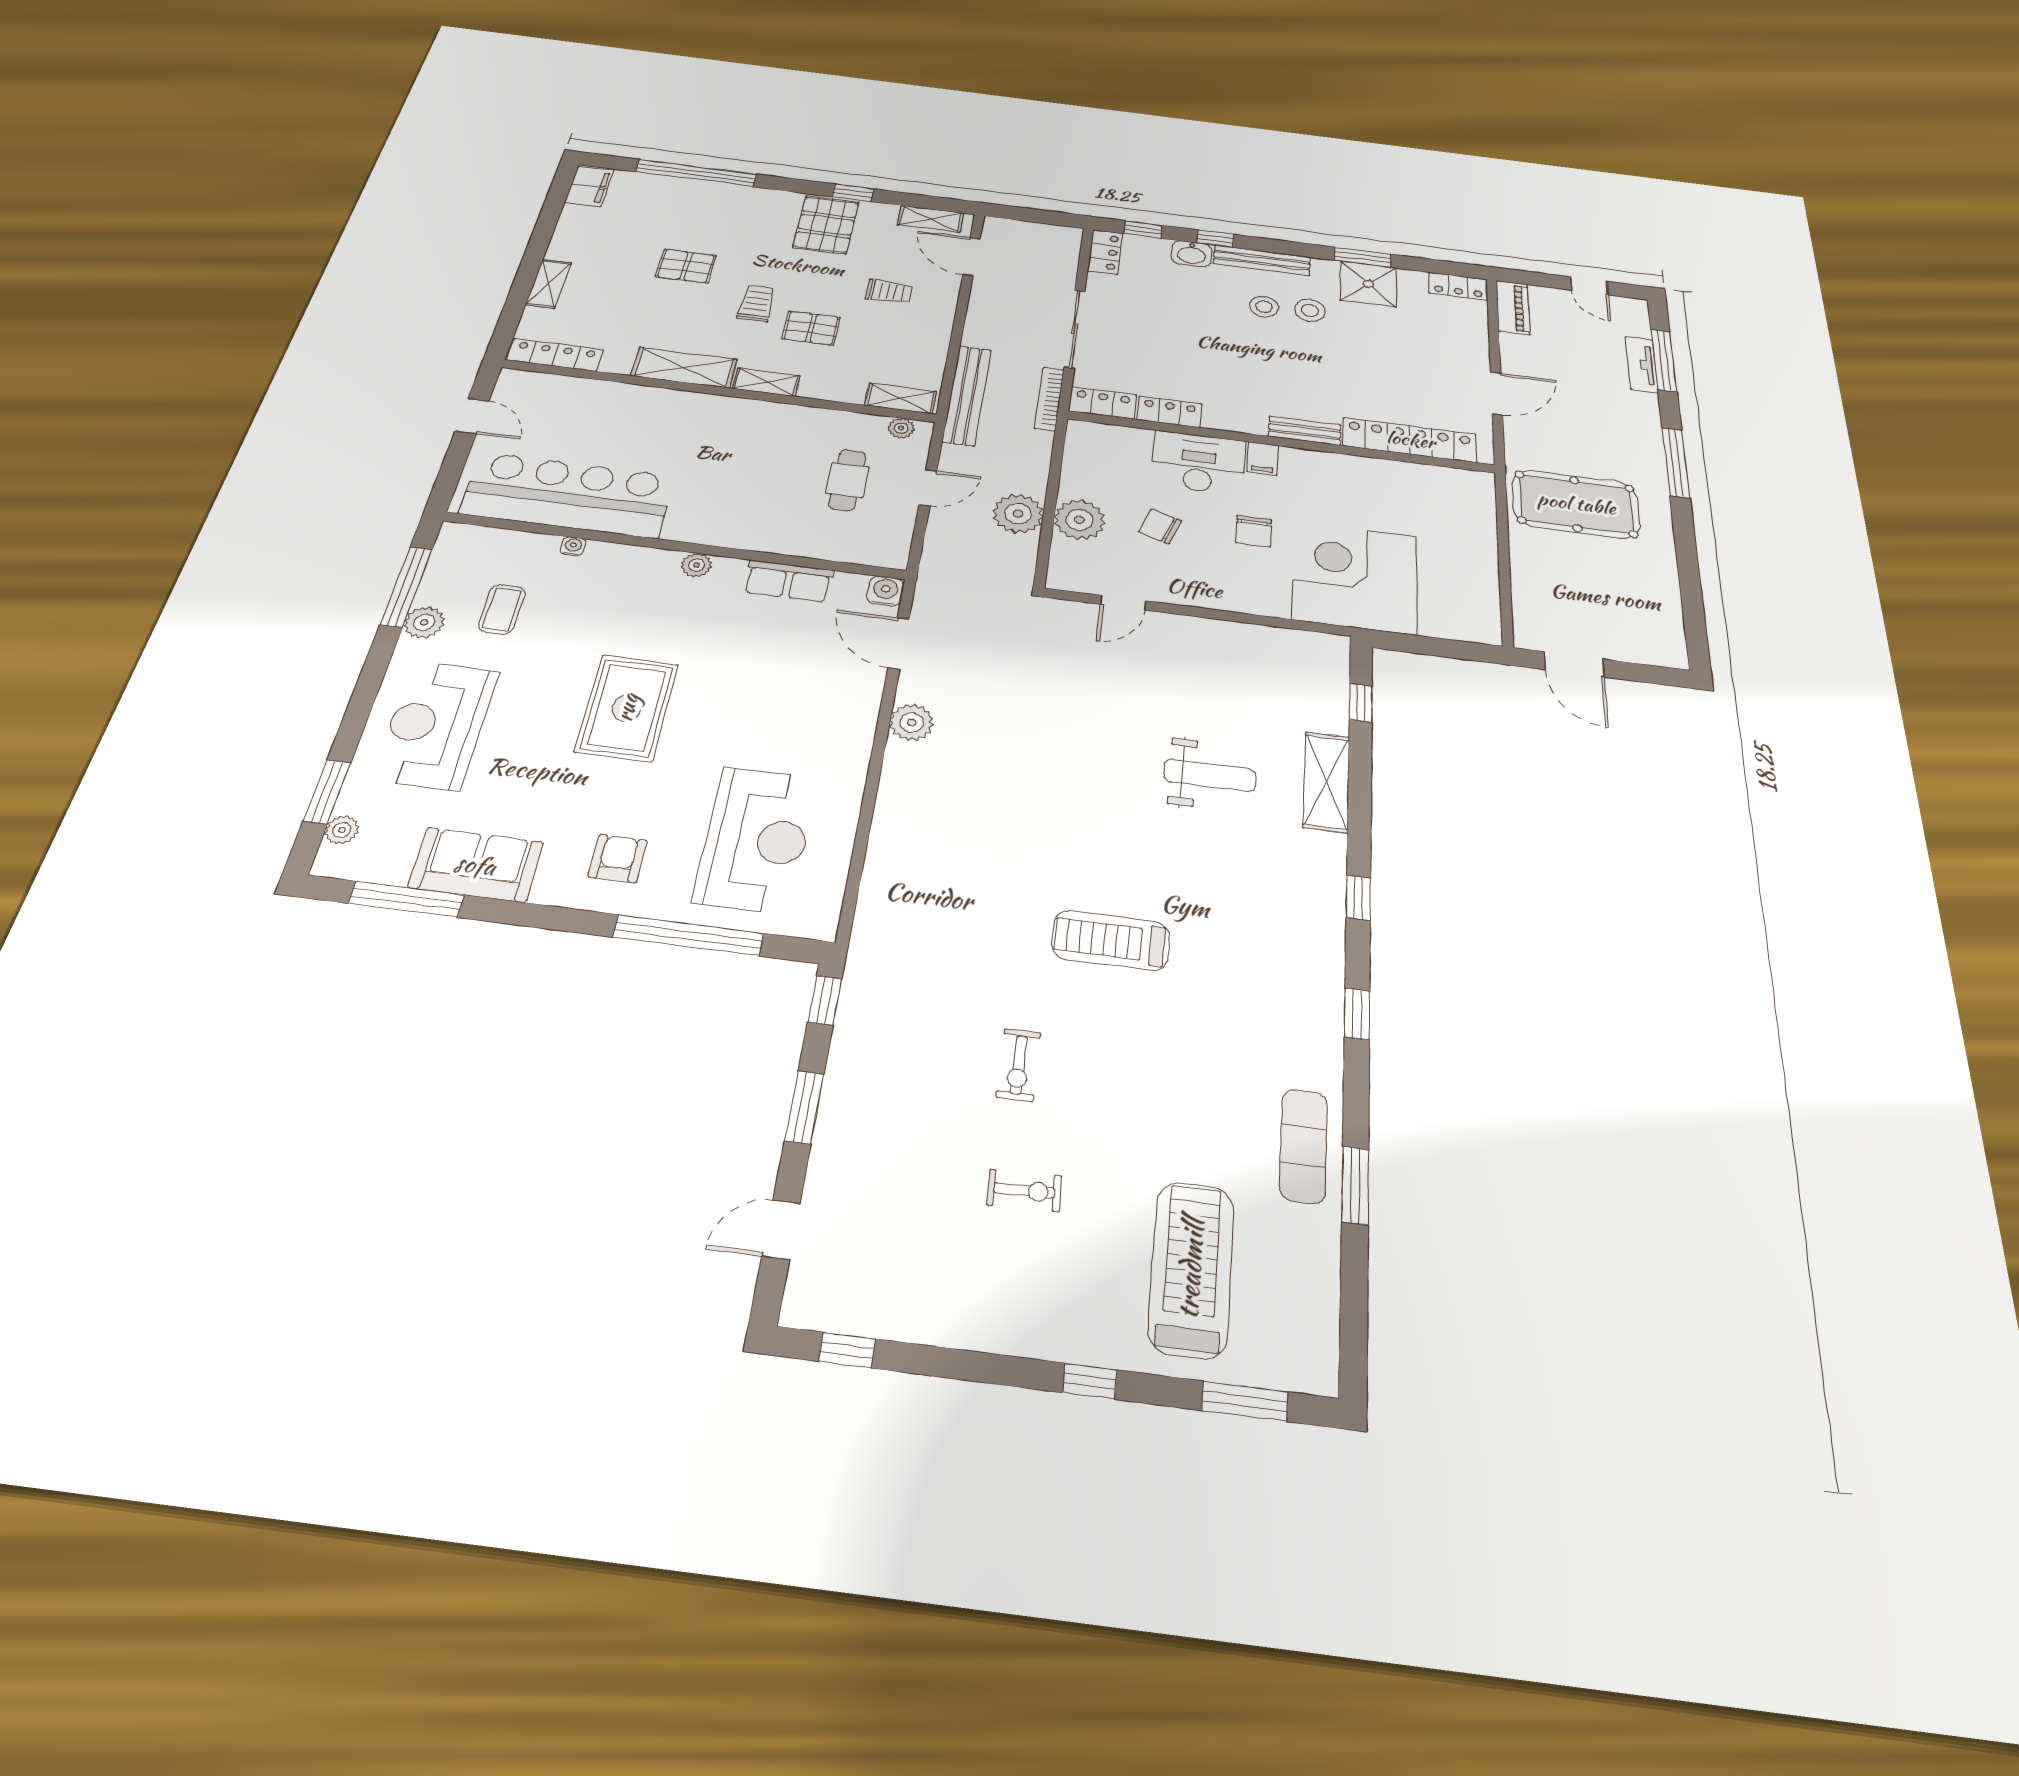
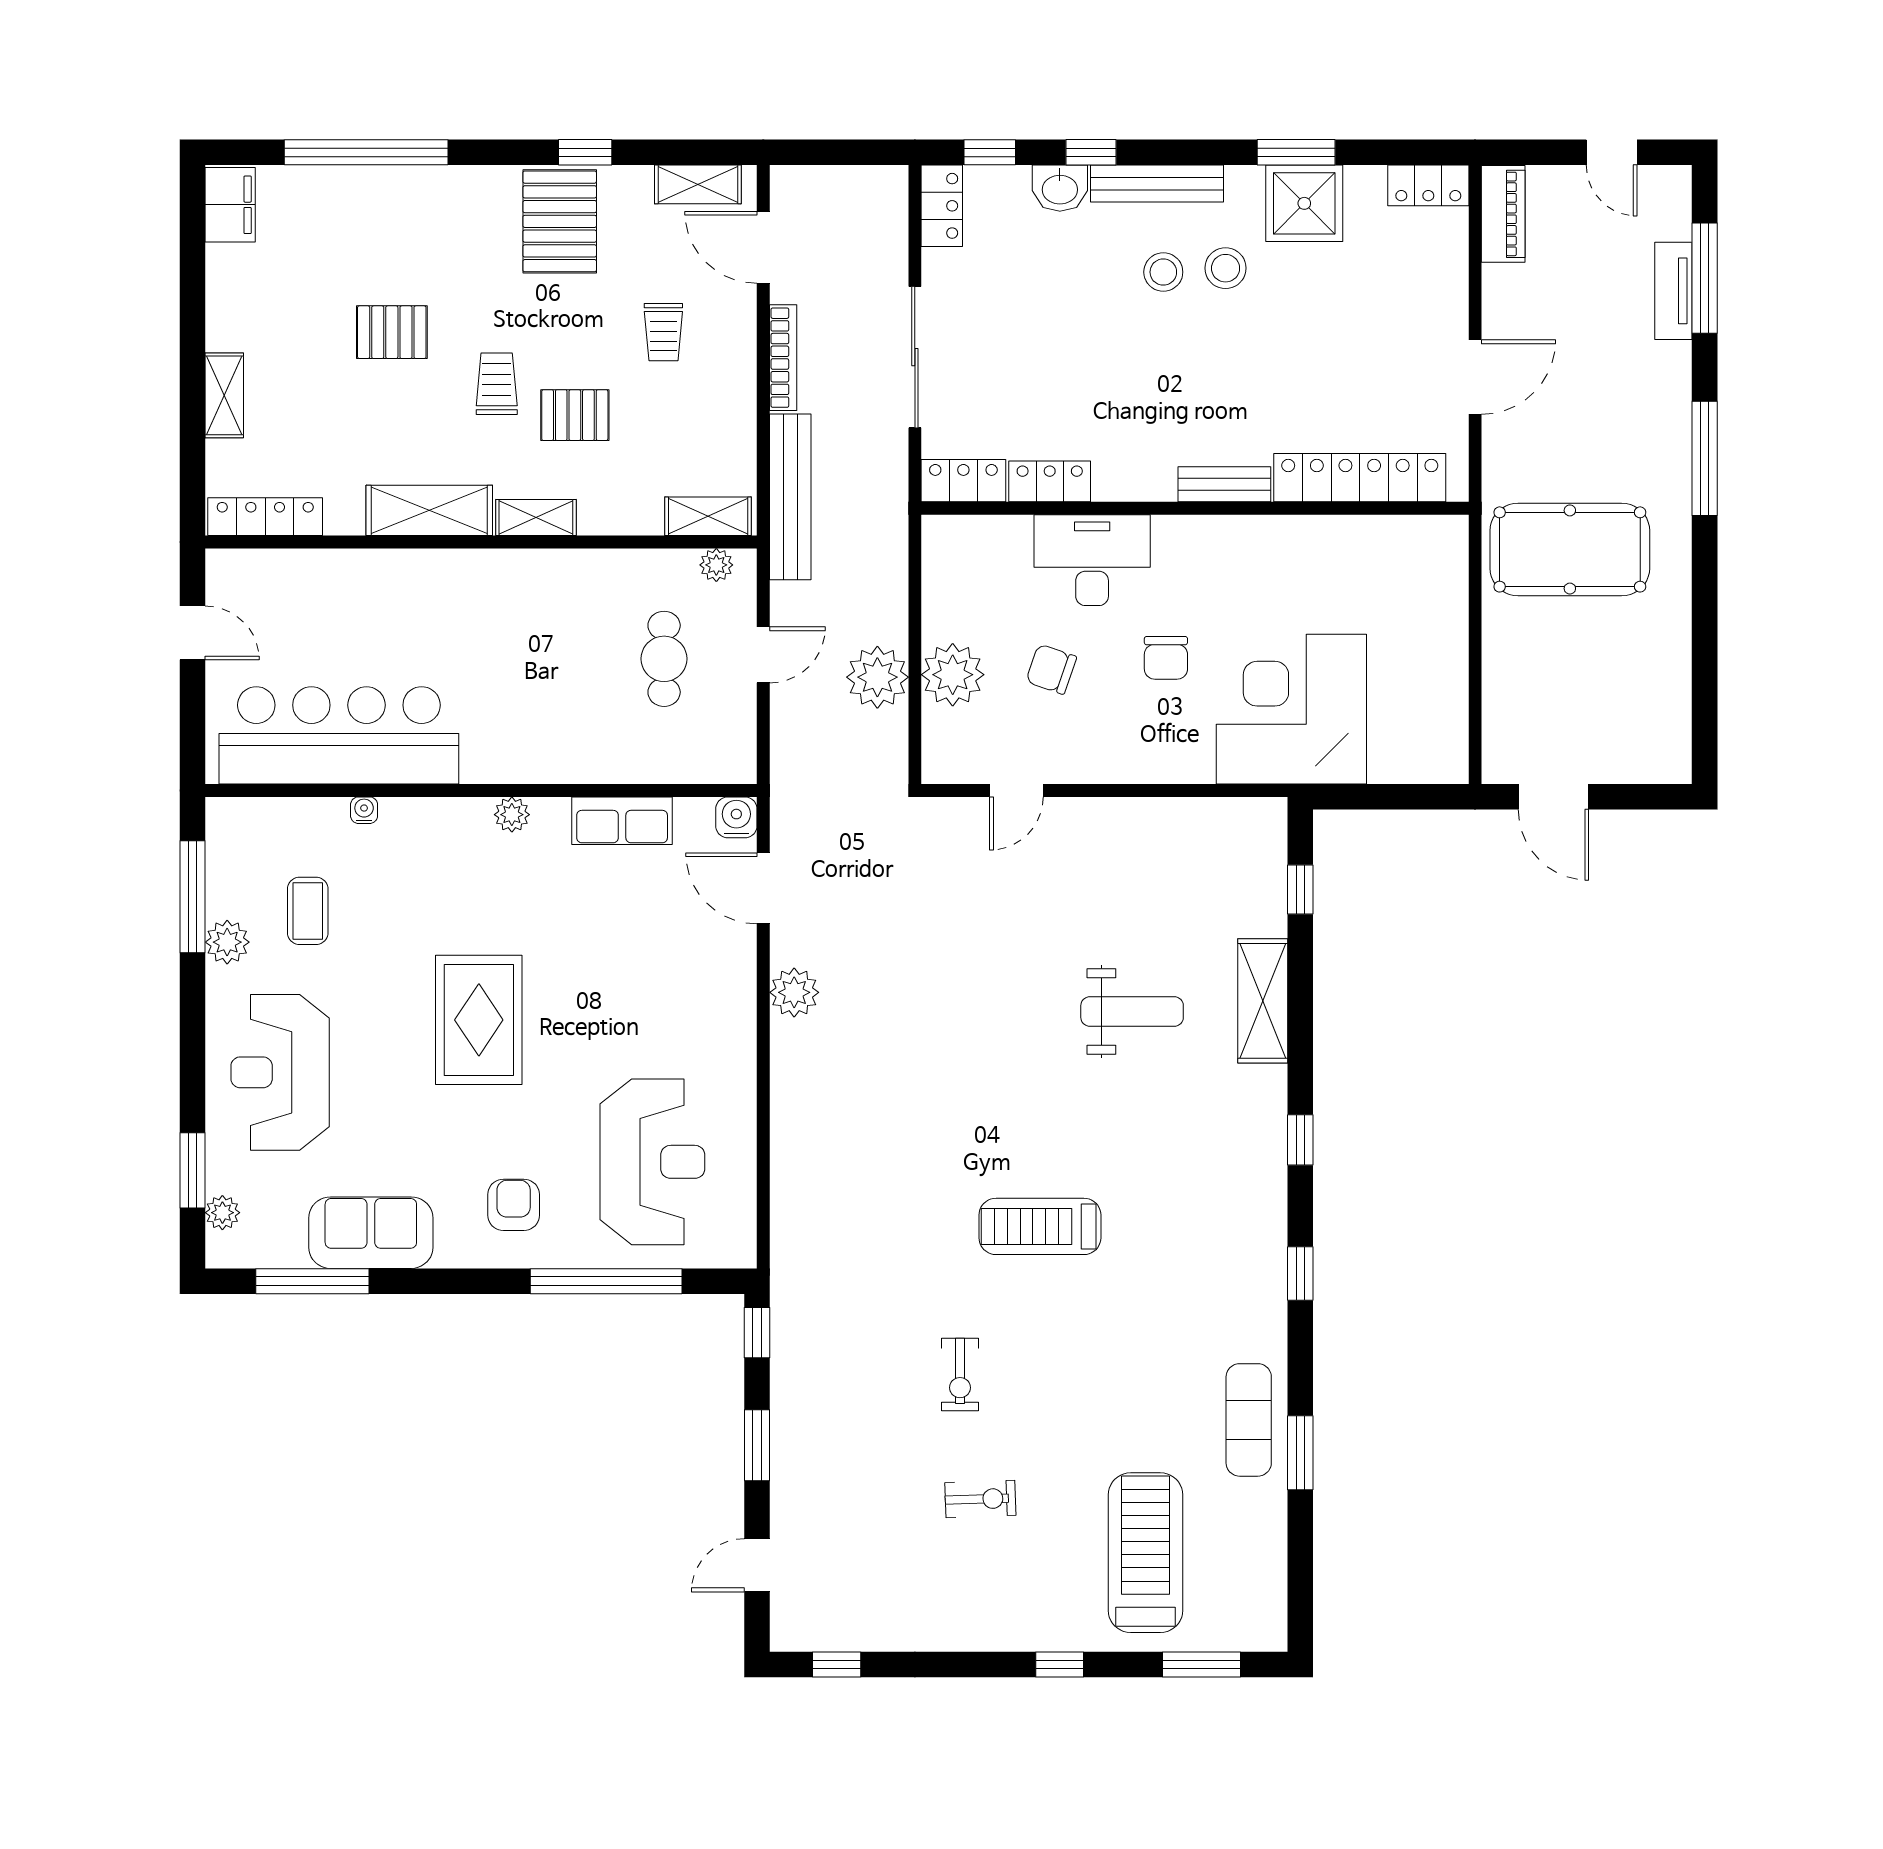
trolley: (889, 292) -> (663, 332), turned 90
bookcase: (1049, 399) -> (783, 358), moved, turned 180
filing cabinet: (1263, 459) -> (1172, 540), removed

